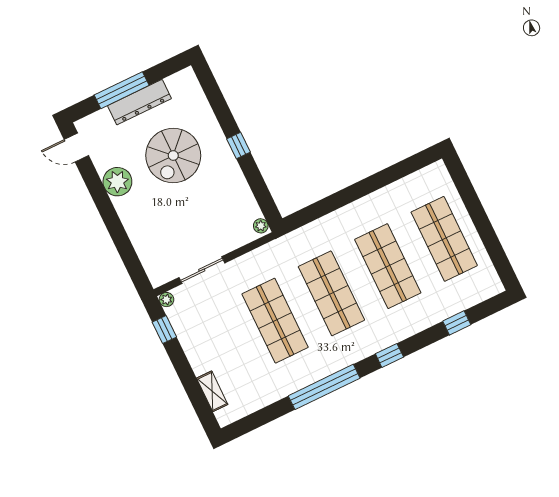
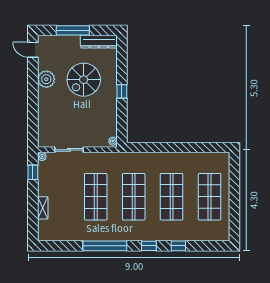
dresser: (139, 102) -> (99, 42), moved
window: (457, 323) -> (178, 246), moved
shelving: (212, 391) -> (43, 208), moved

